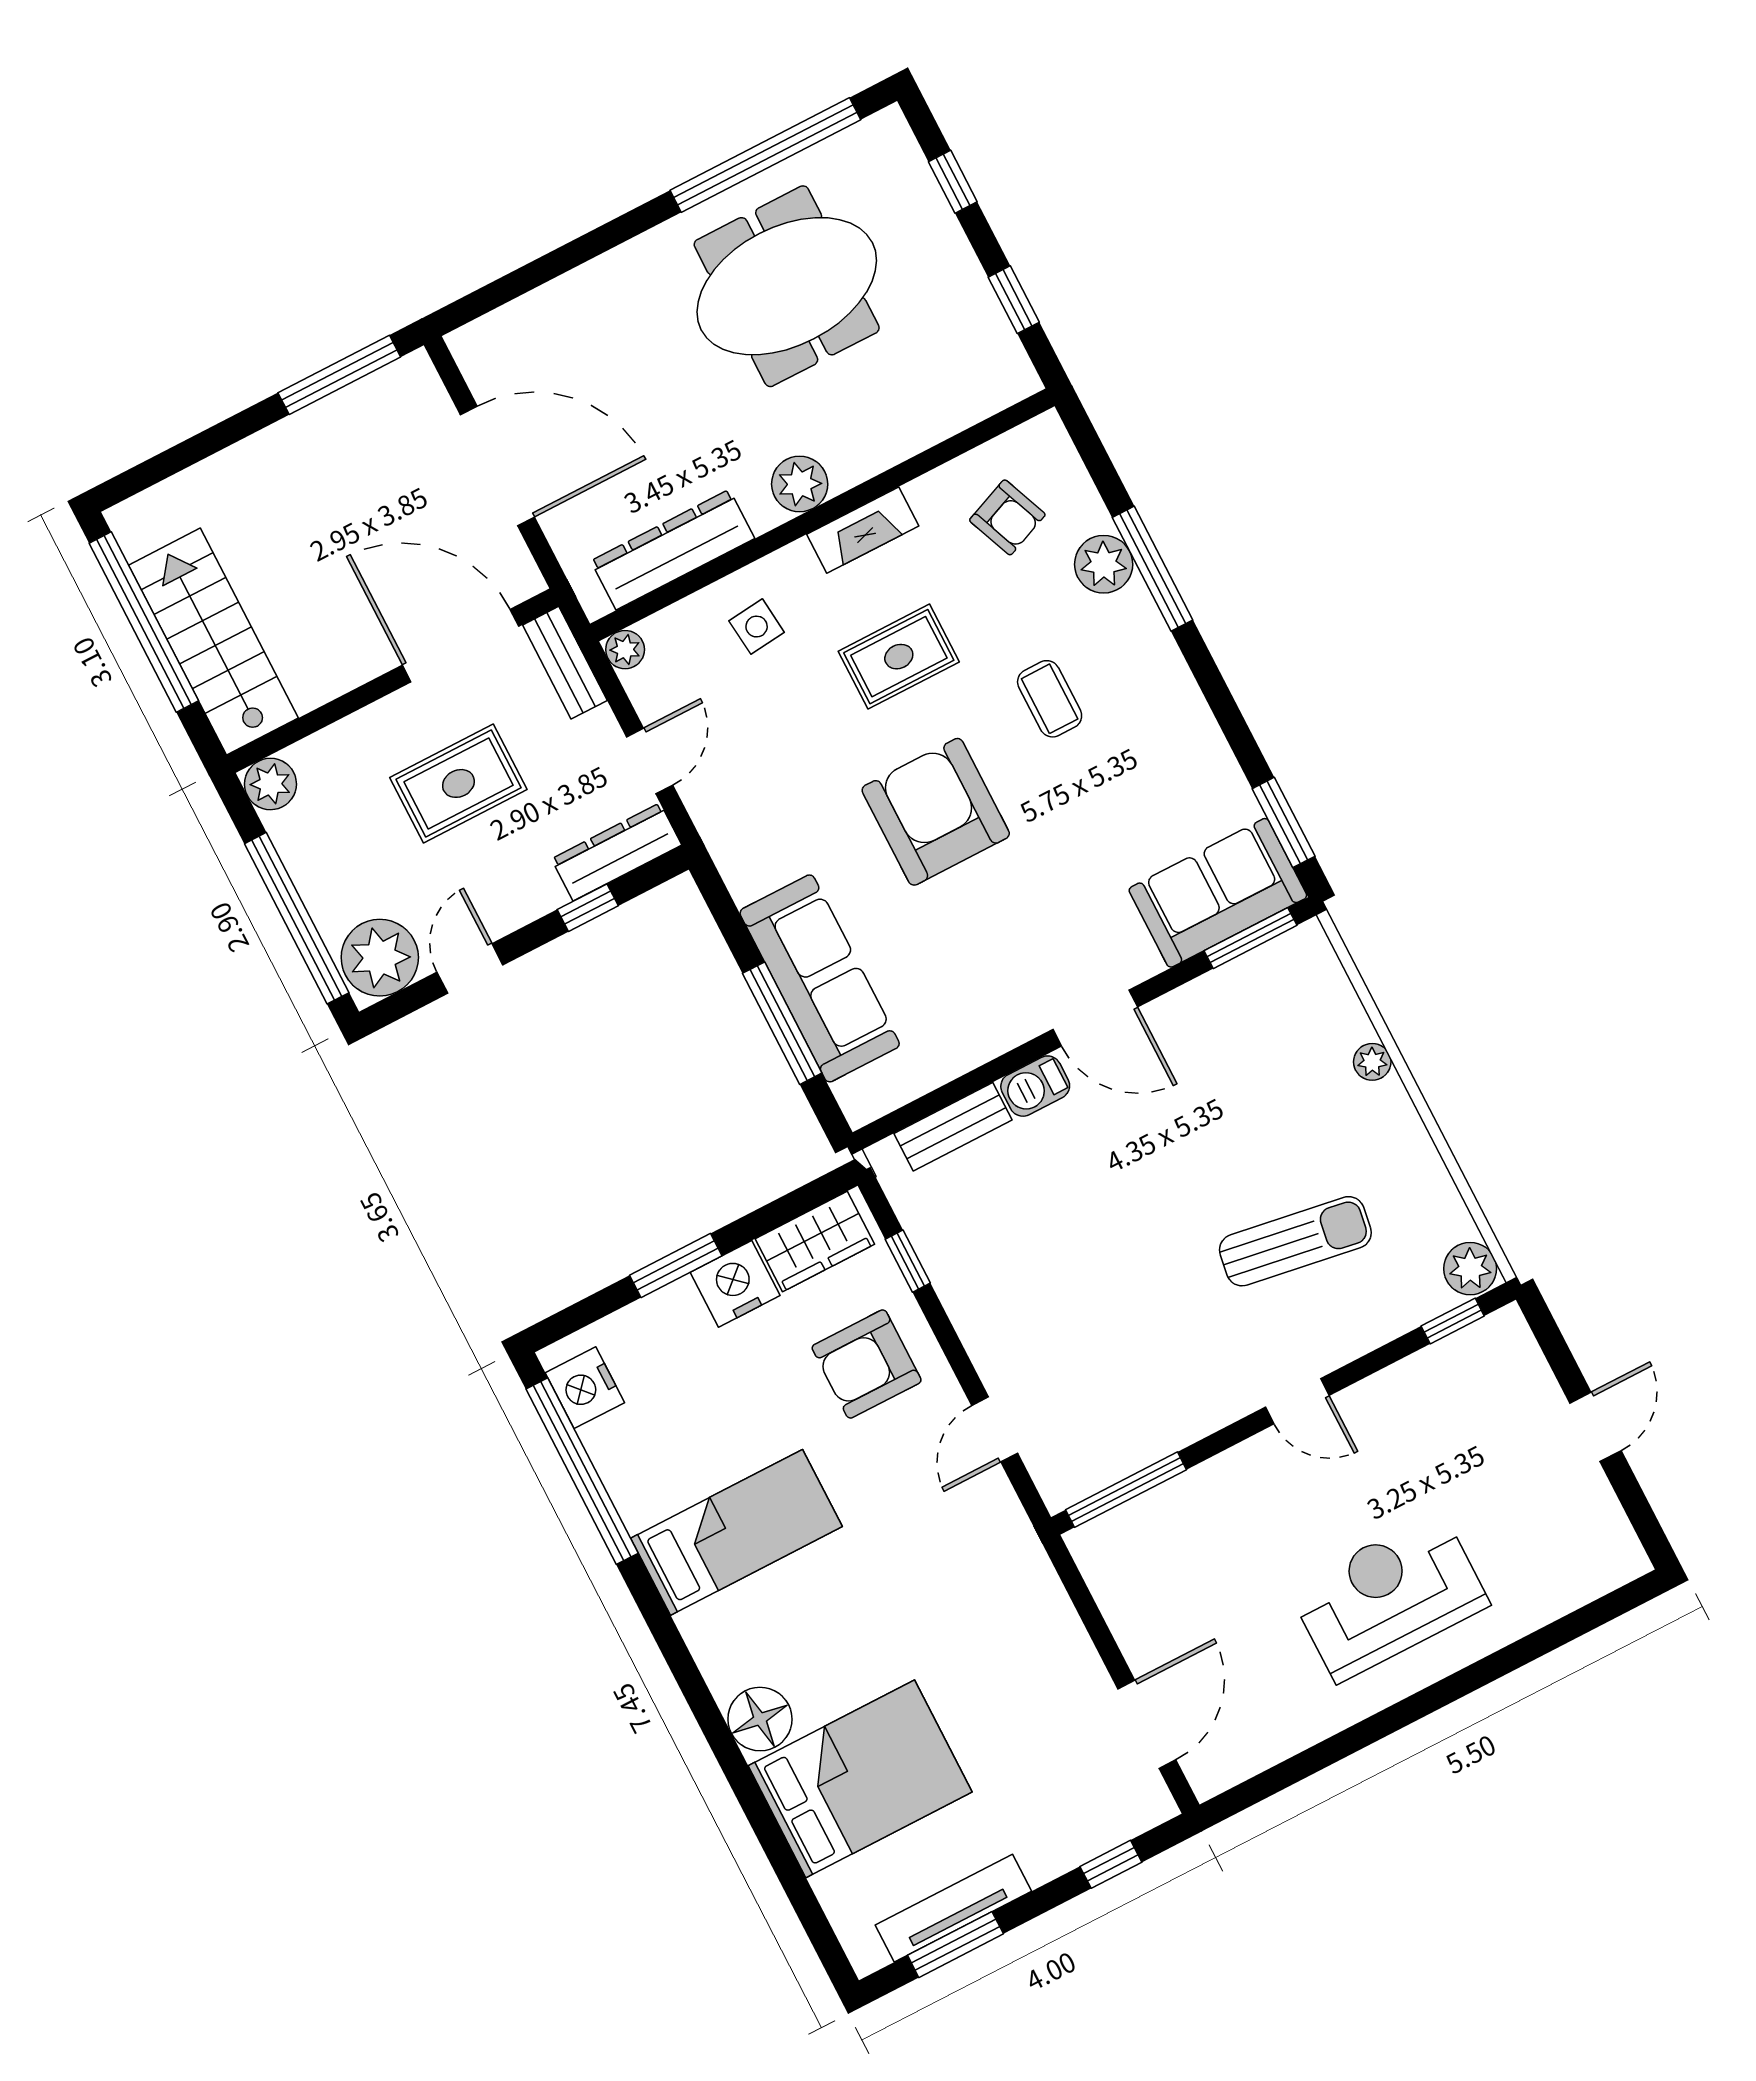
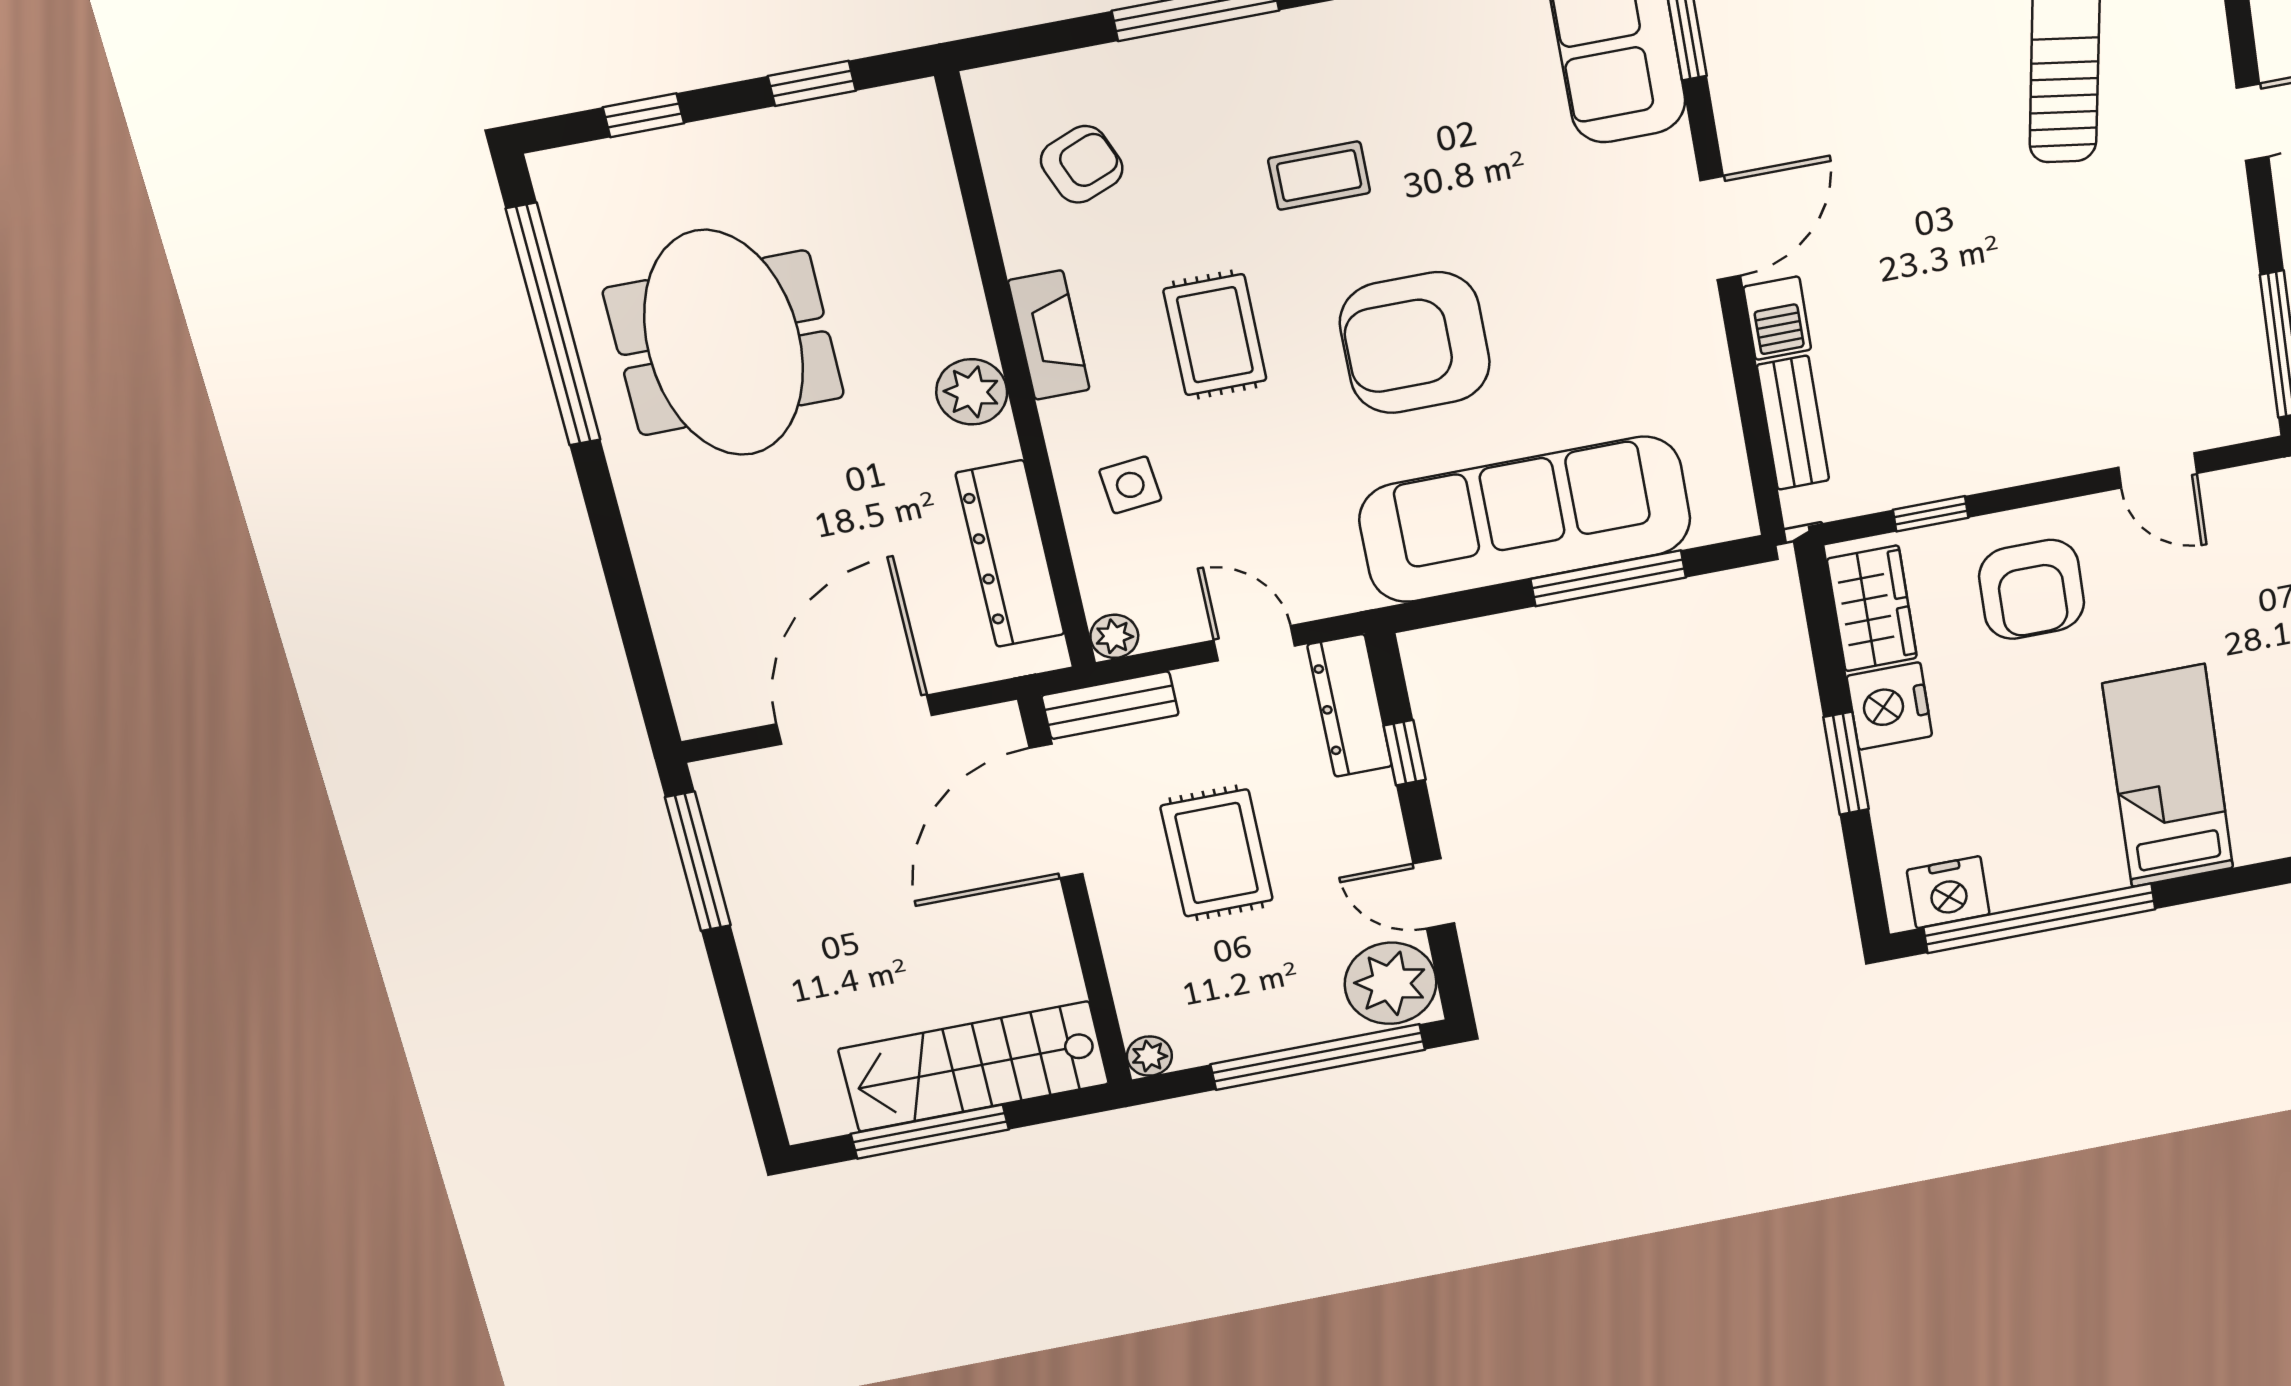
plant: (1104, 564) -> (1173, 67), removed
window: (144, 622) -> (930, 1132), width x0.68
plant: (270, 784) -> (1149, 1056), width x0.73, depth x0.73
sofa: (820, 978) -> (1525, 519), width x1.36, depth x1.27

